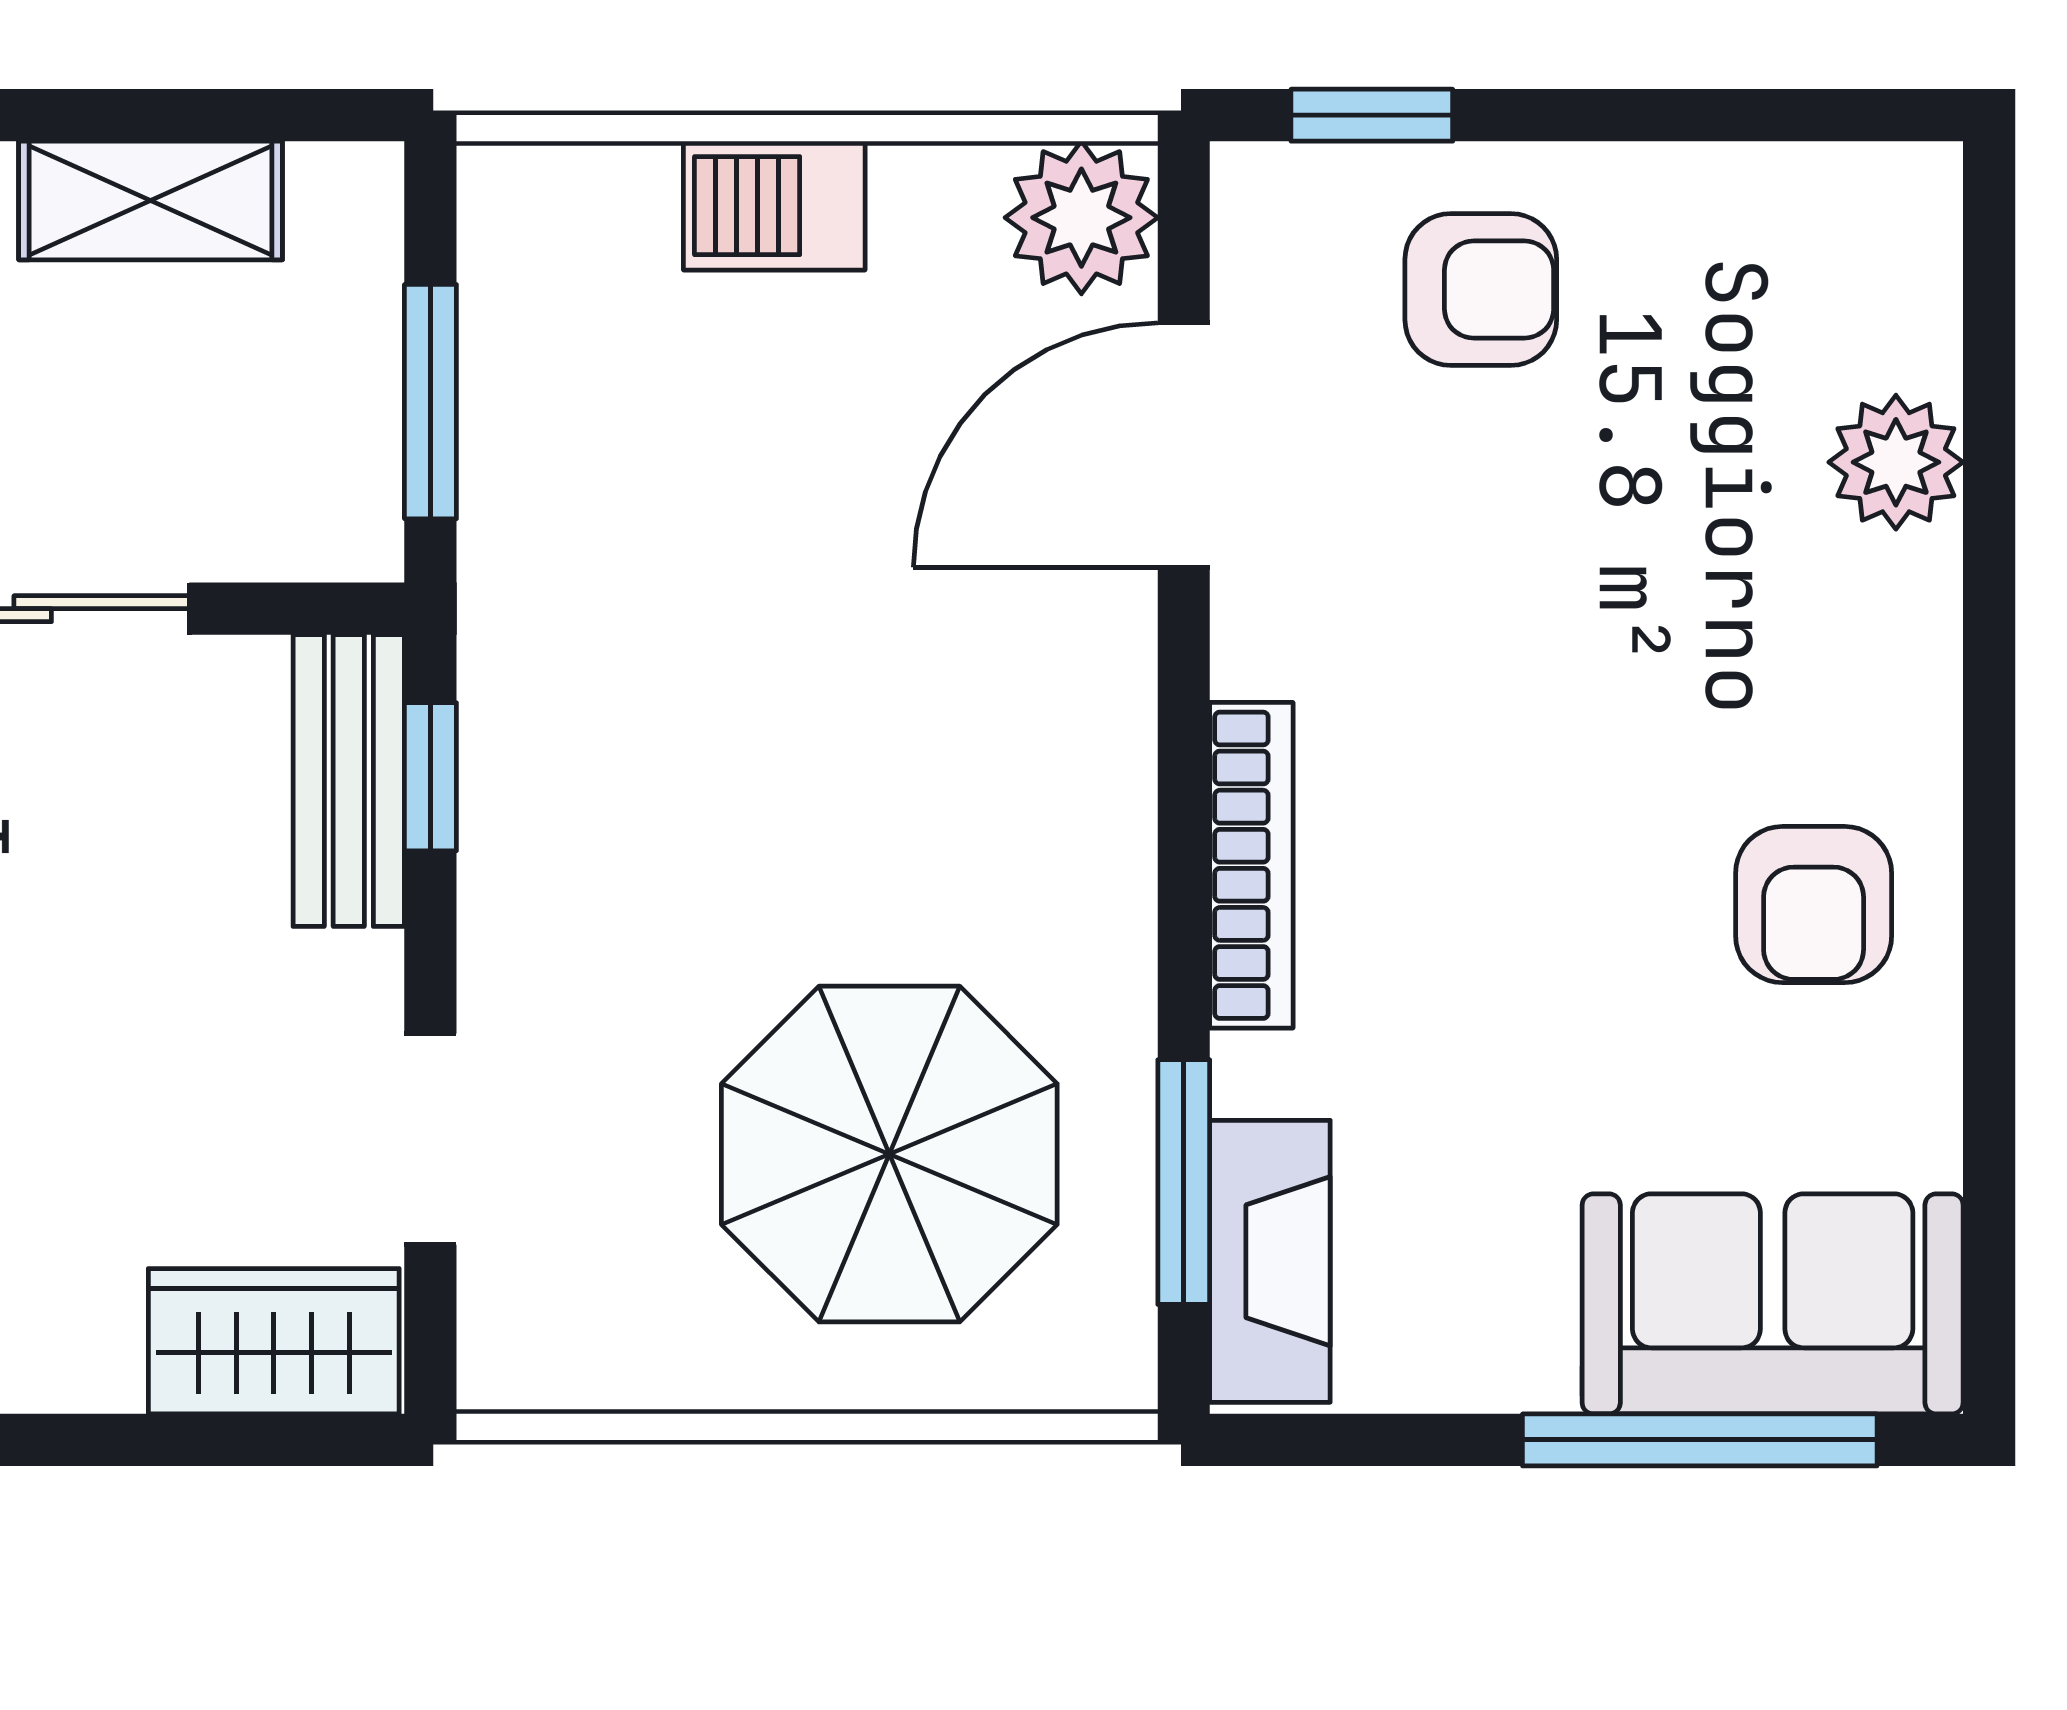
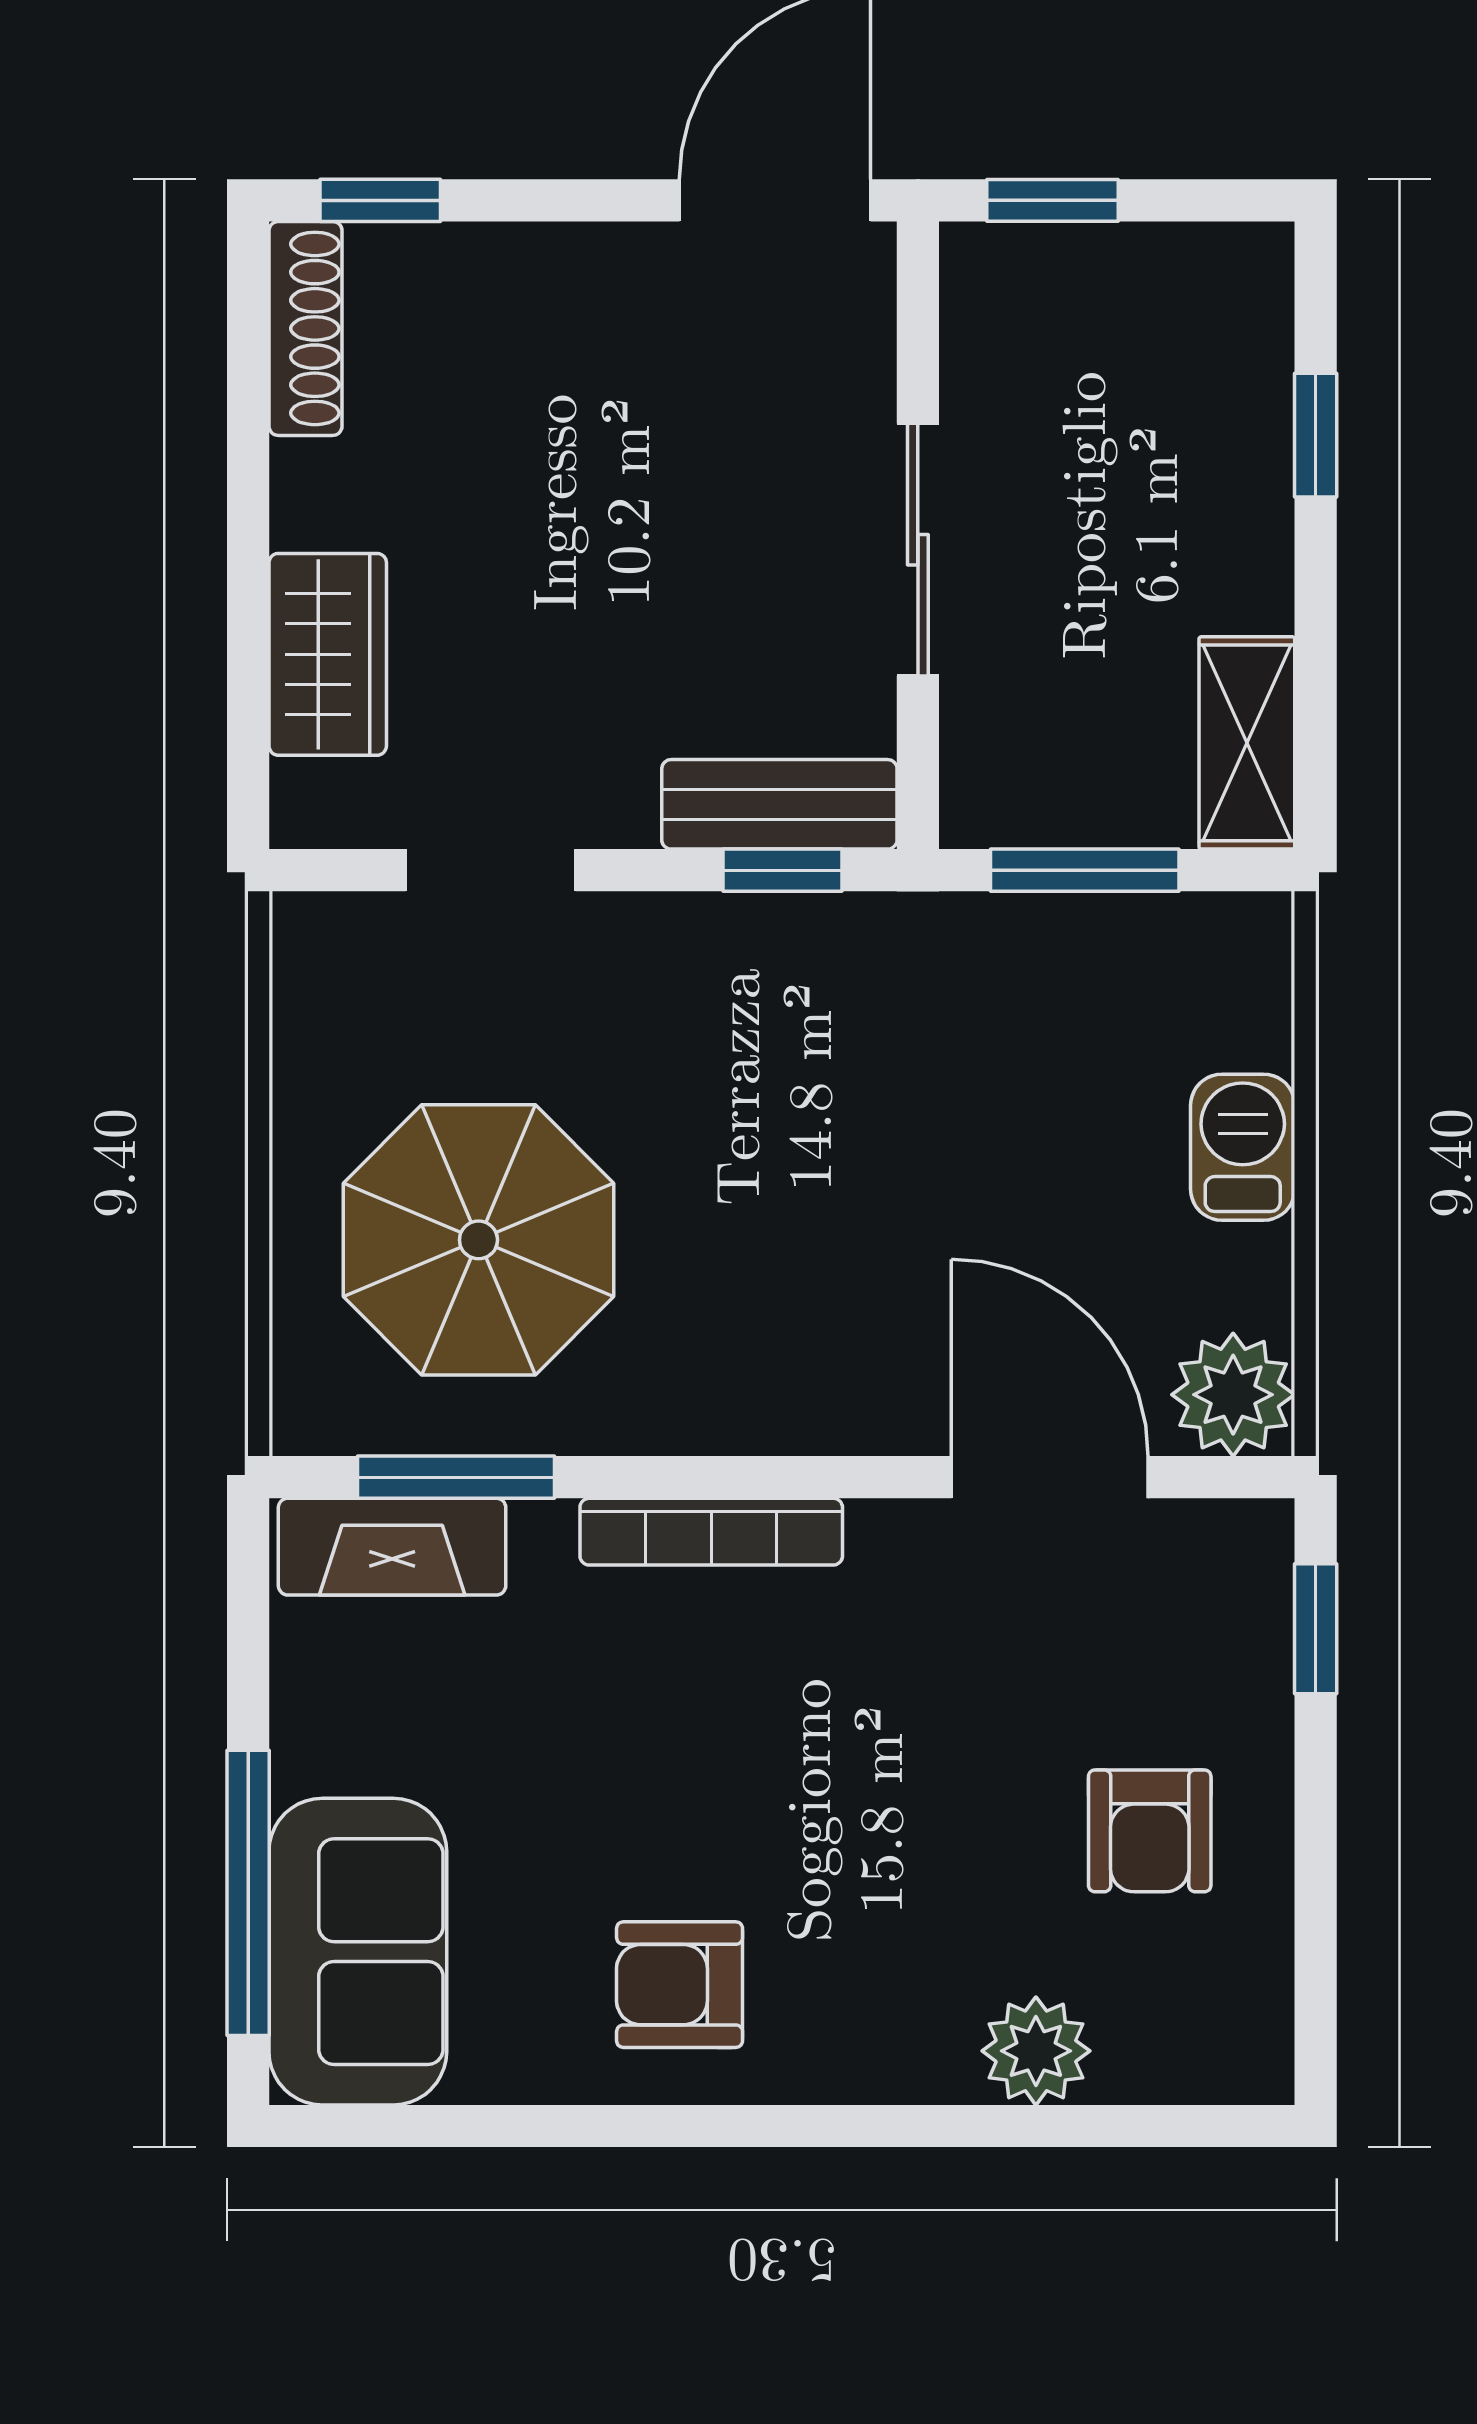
shelving: (151, 200) -> (1247, 743), moved
armchair: (1481, 290) -> (1150, 1831), moved
wardrobe: (274, 1341) -> (328, 654), moved

